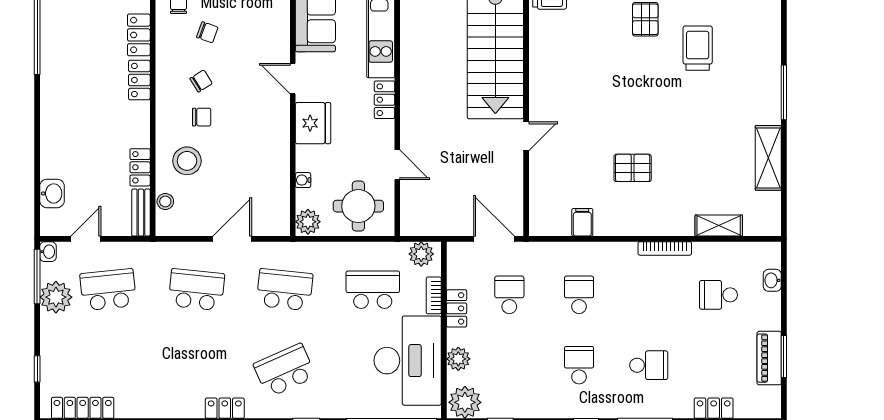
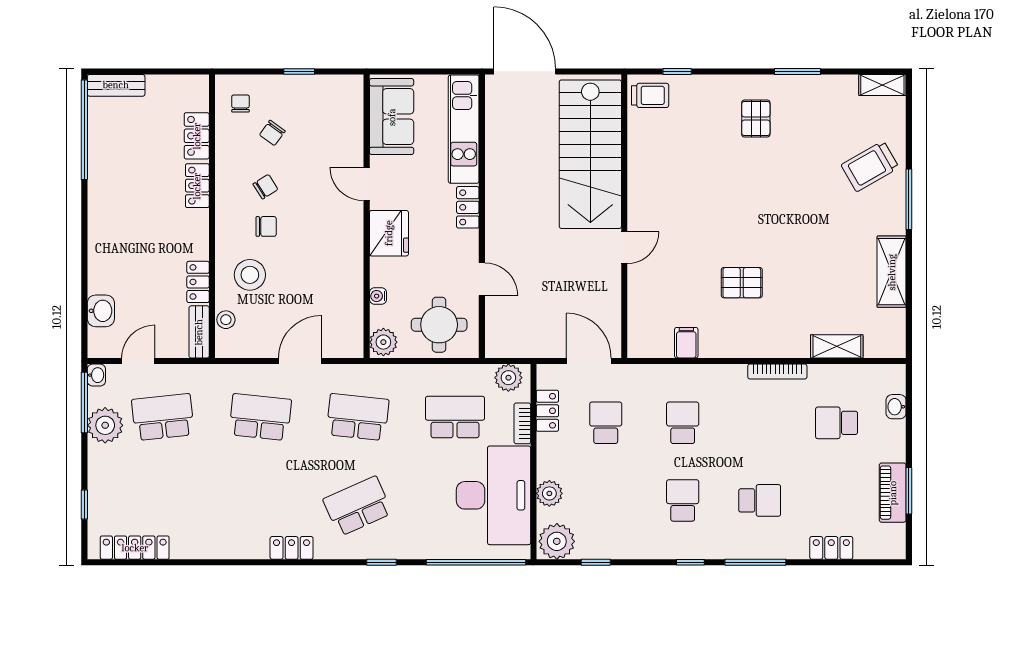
chair: (207, 32) -> (272, 133), turned 106
trolley: (698, 48) -> (870, 166), moved, turned -120
locker: (457, 308) -> (547, 411), moved

